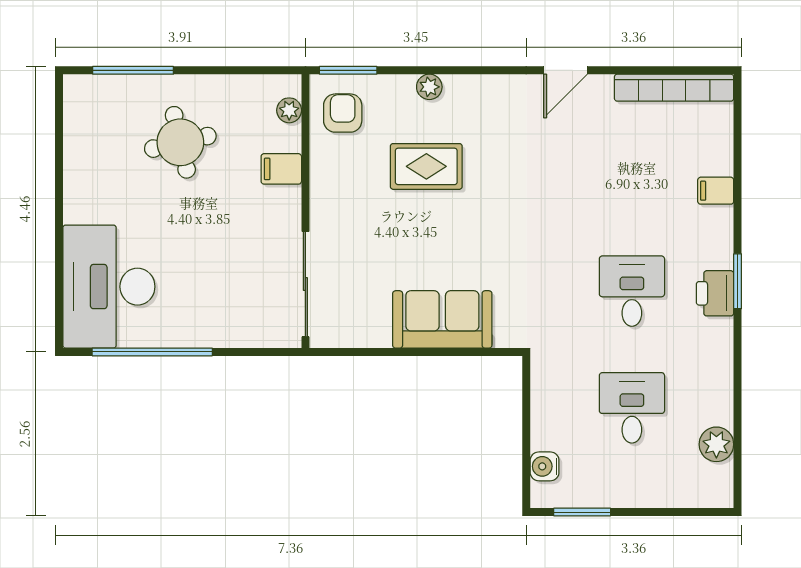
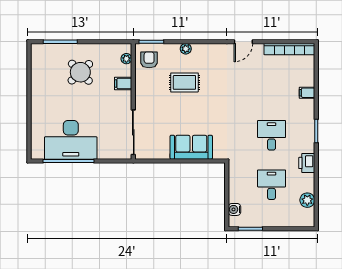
round table: (180, 142) -> (80, 72), turned -31
desk: (109, 287) -> (71, 140), moved, turned -90
printer: (715, 293) -> (307, 163), moved

